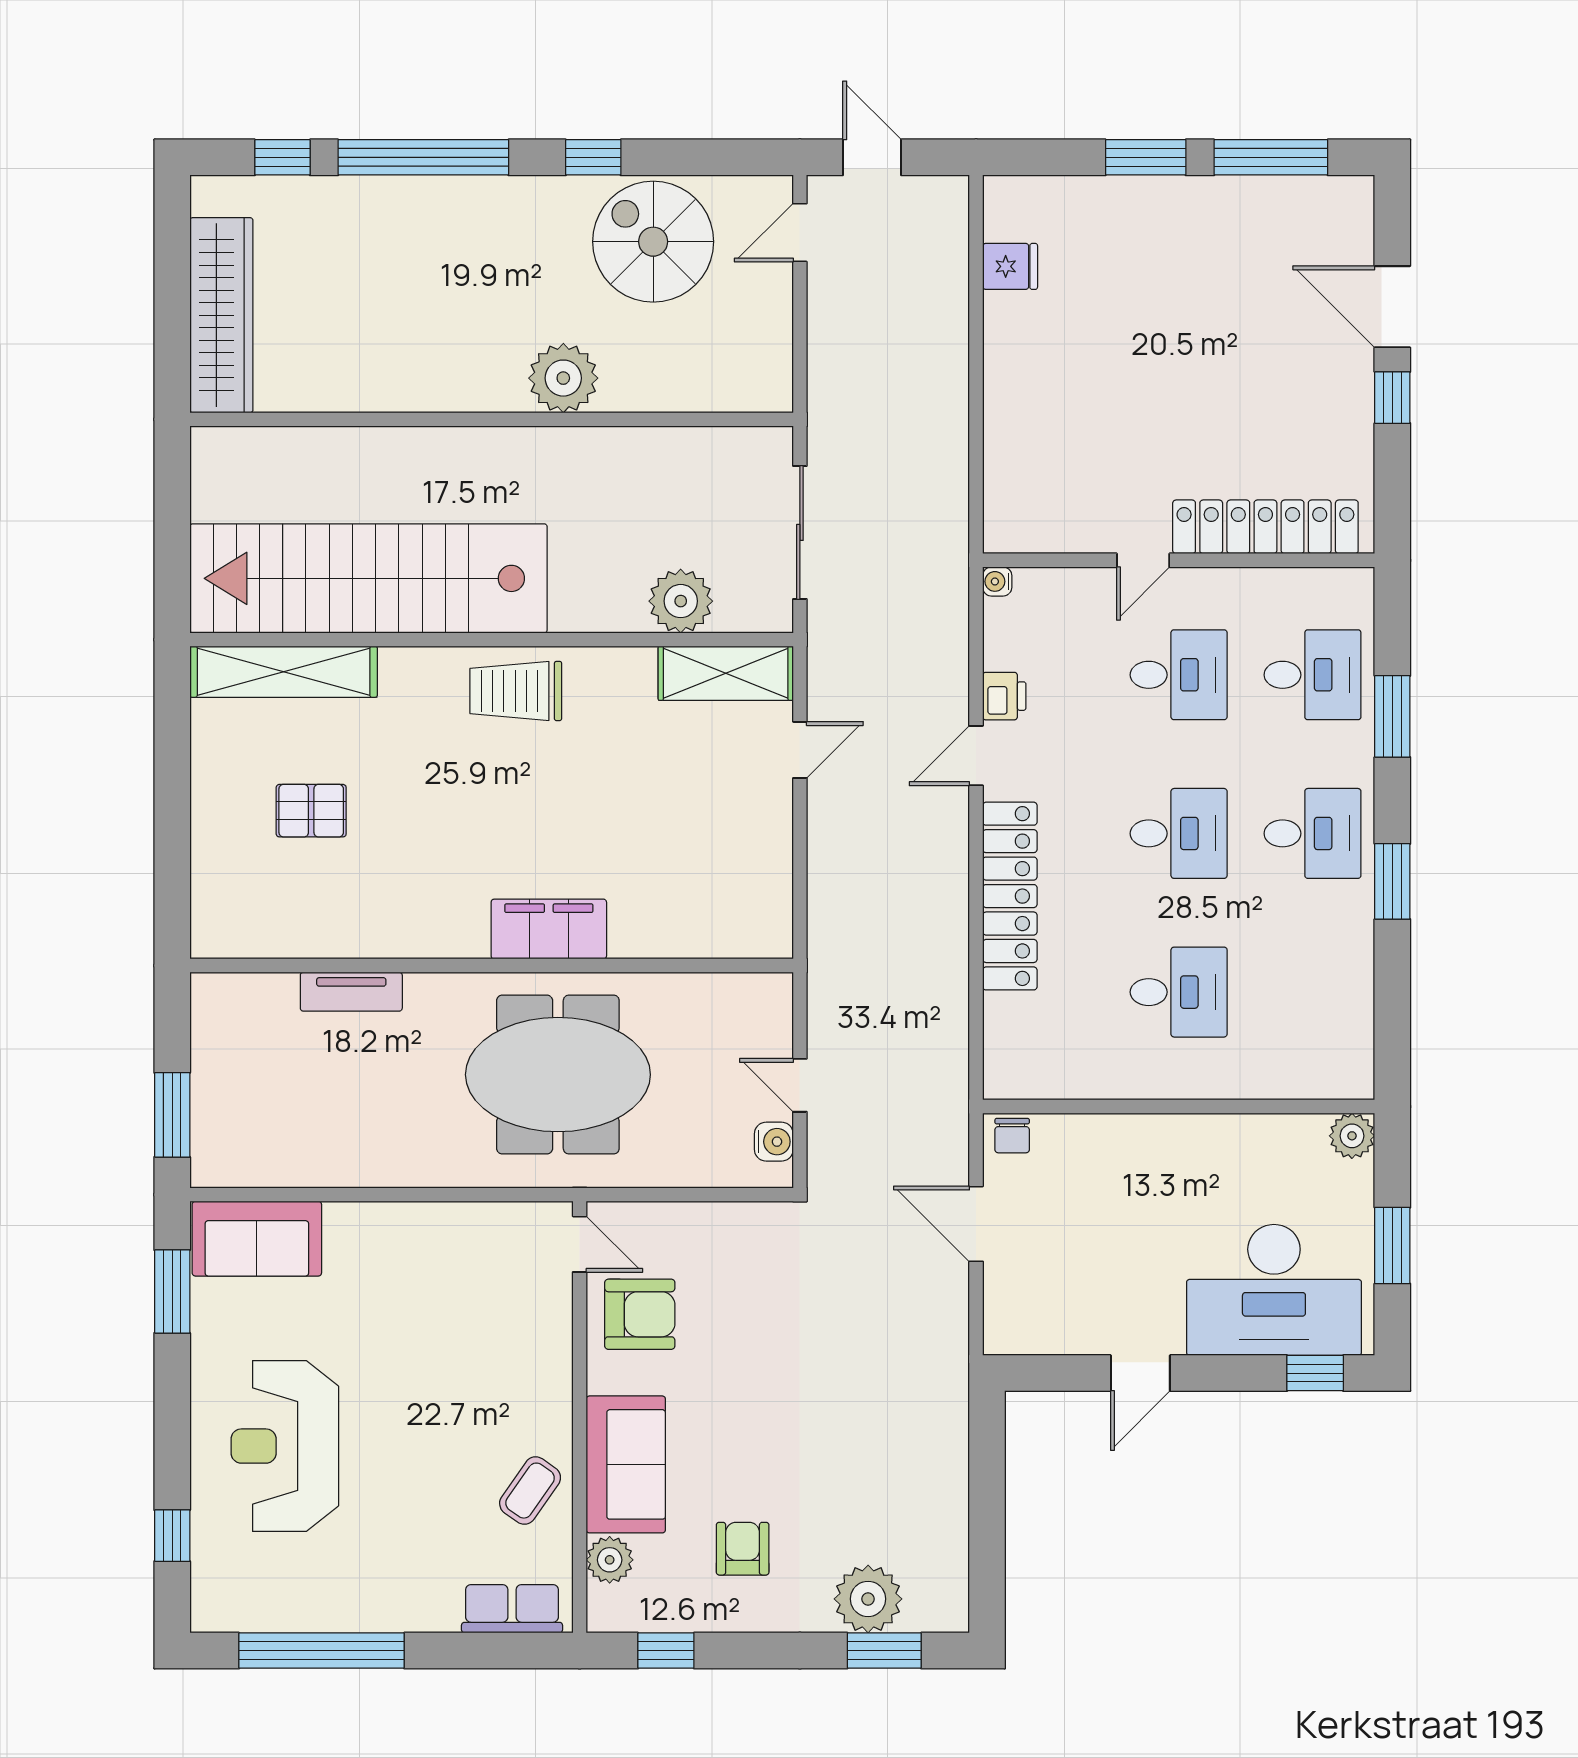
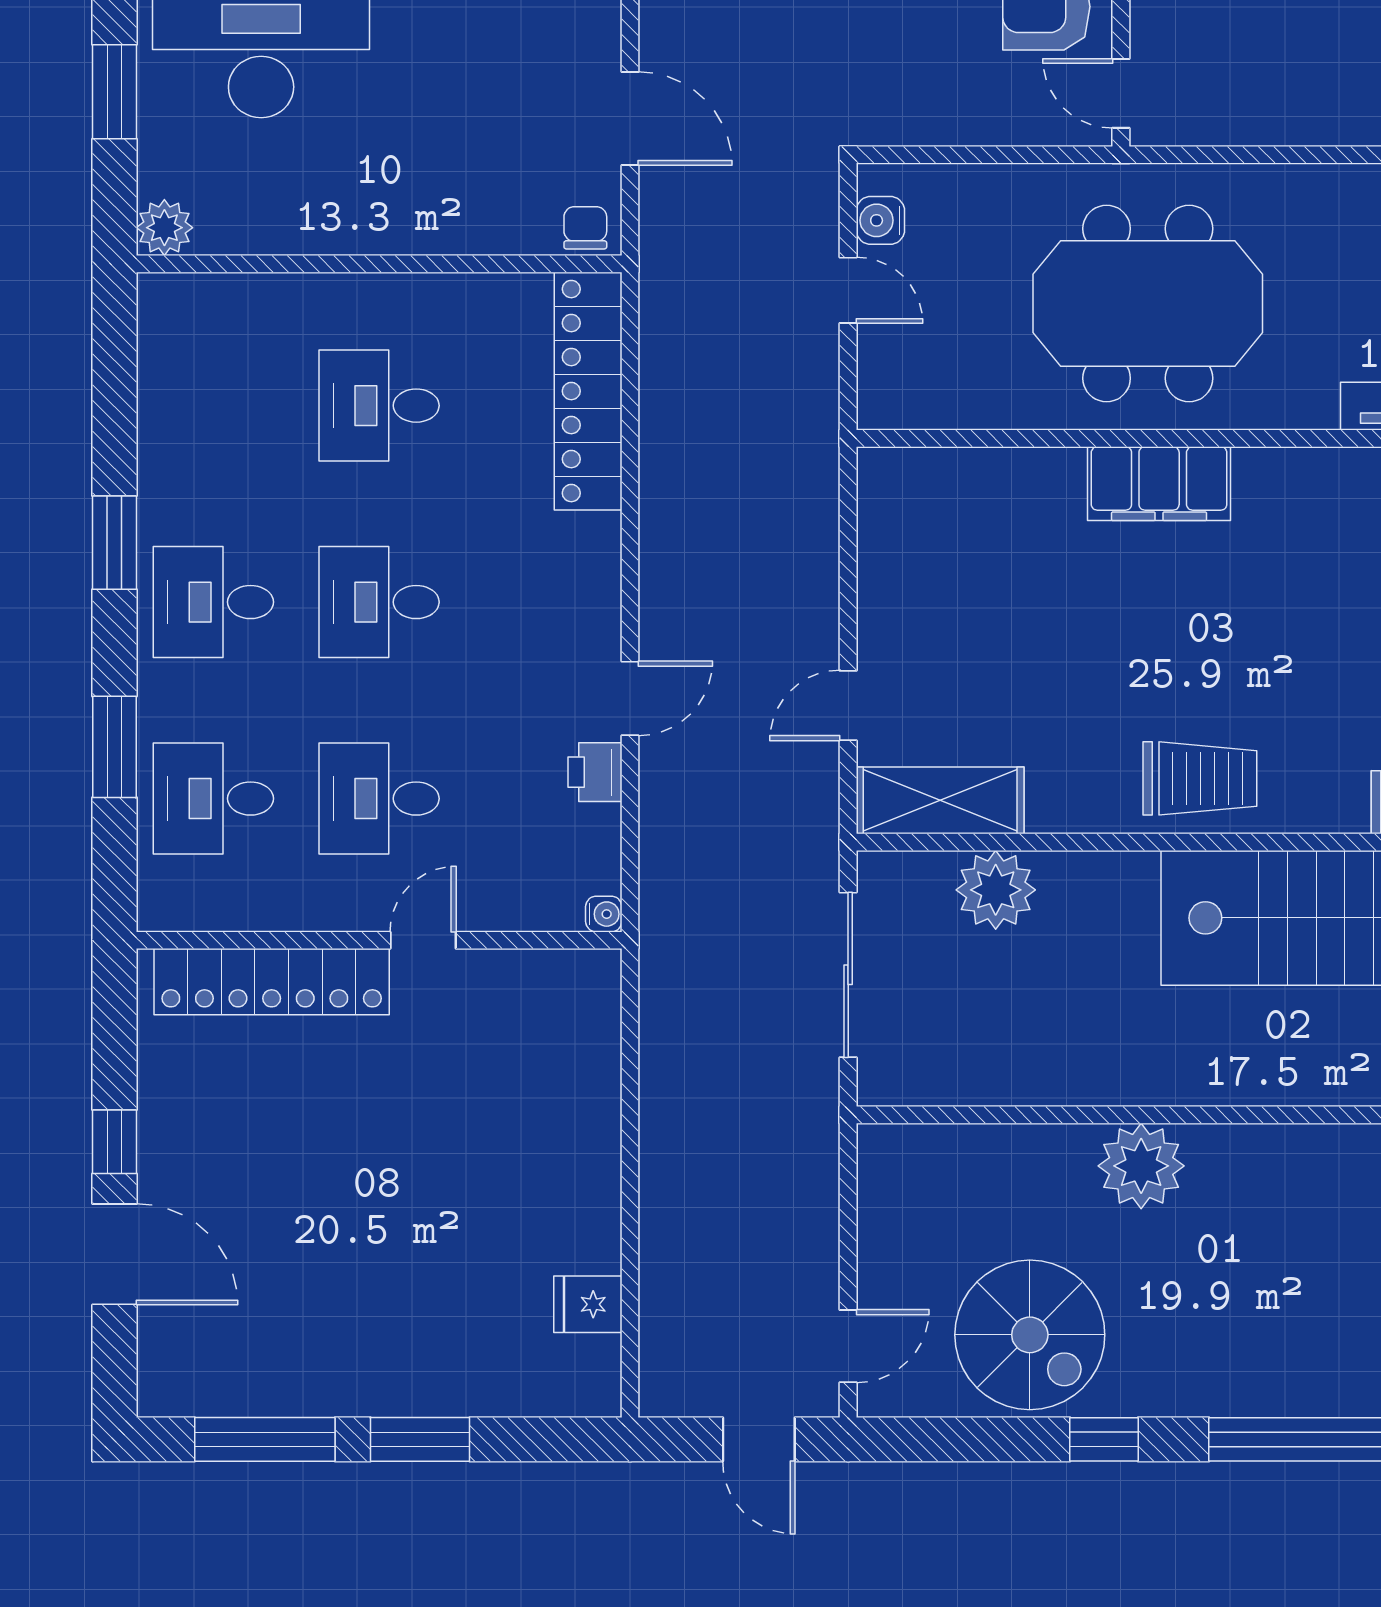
locker: (1010, 896) -> (588, 391), moved

